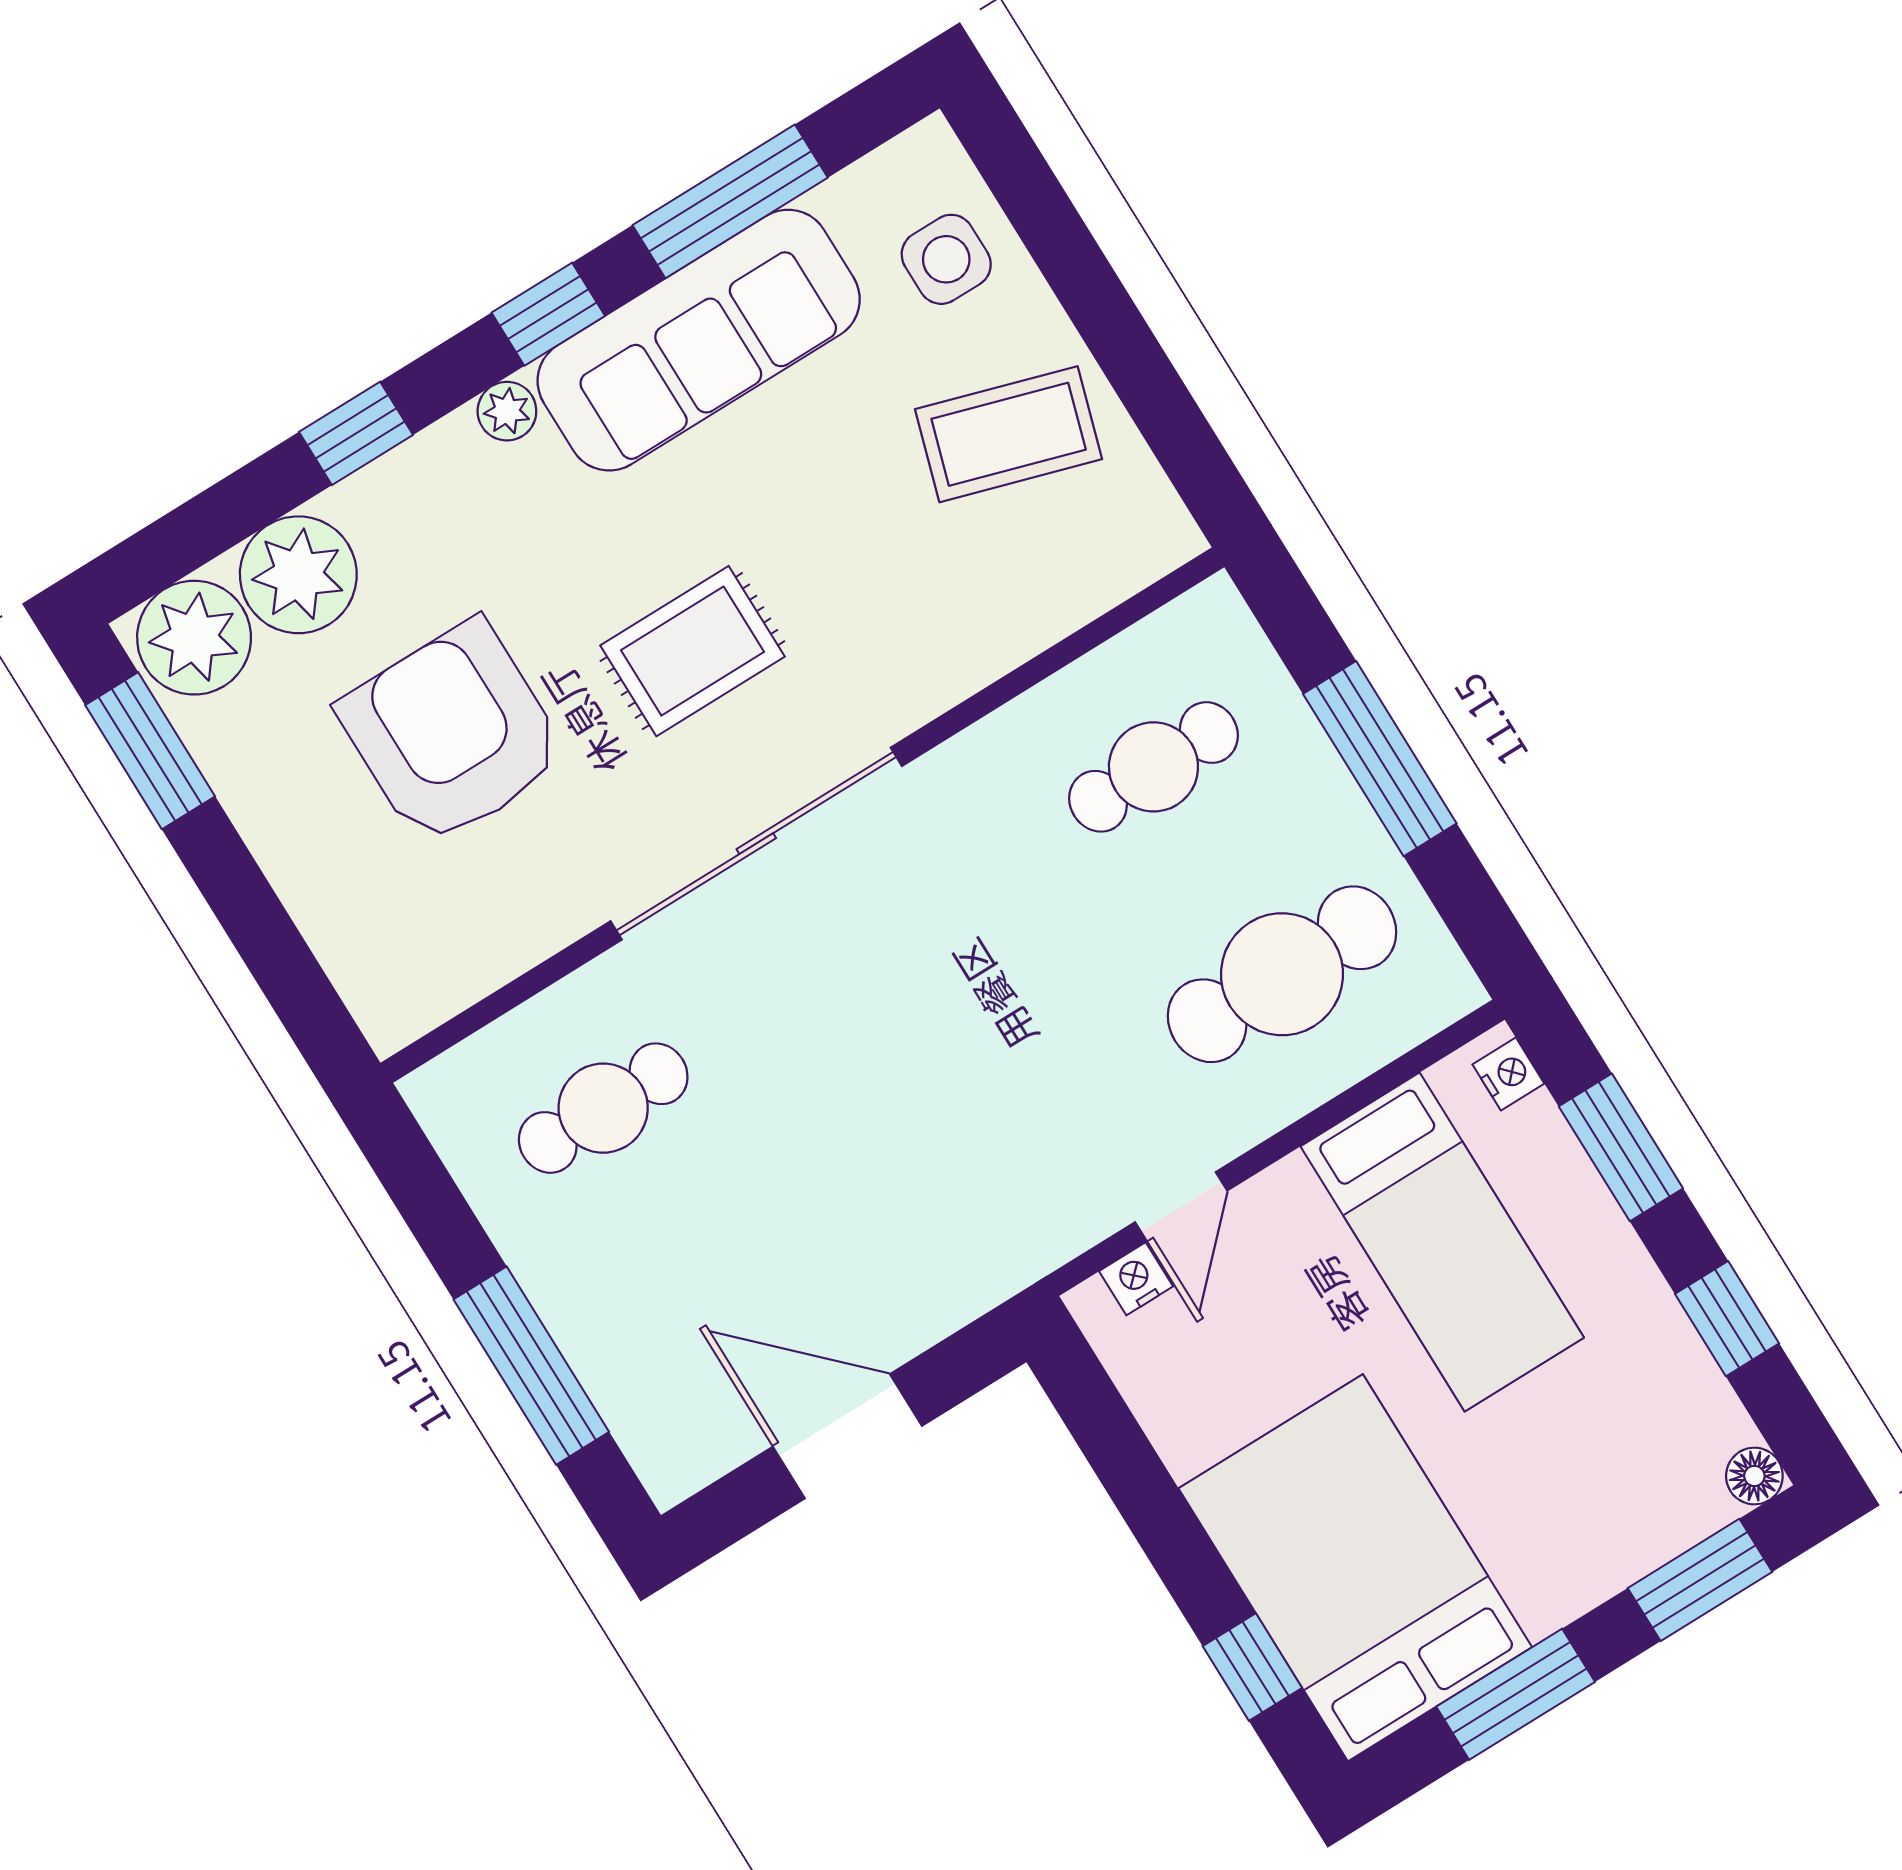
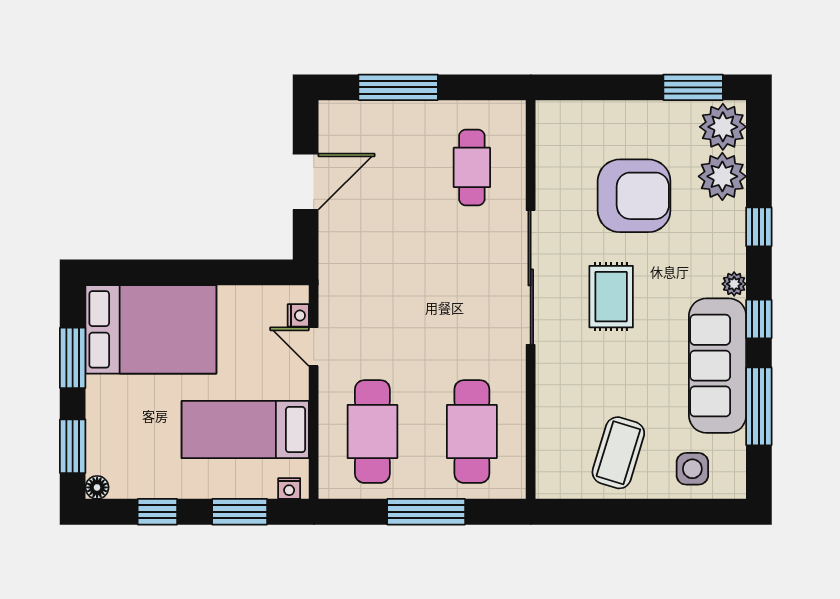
cafe table: (1153, 767) -> (472, 432), width x1.37, depth x1.35
window: (1252, 1667) -> (139, 272), removed

